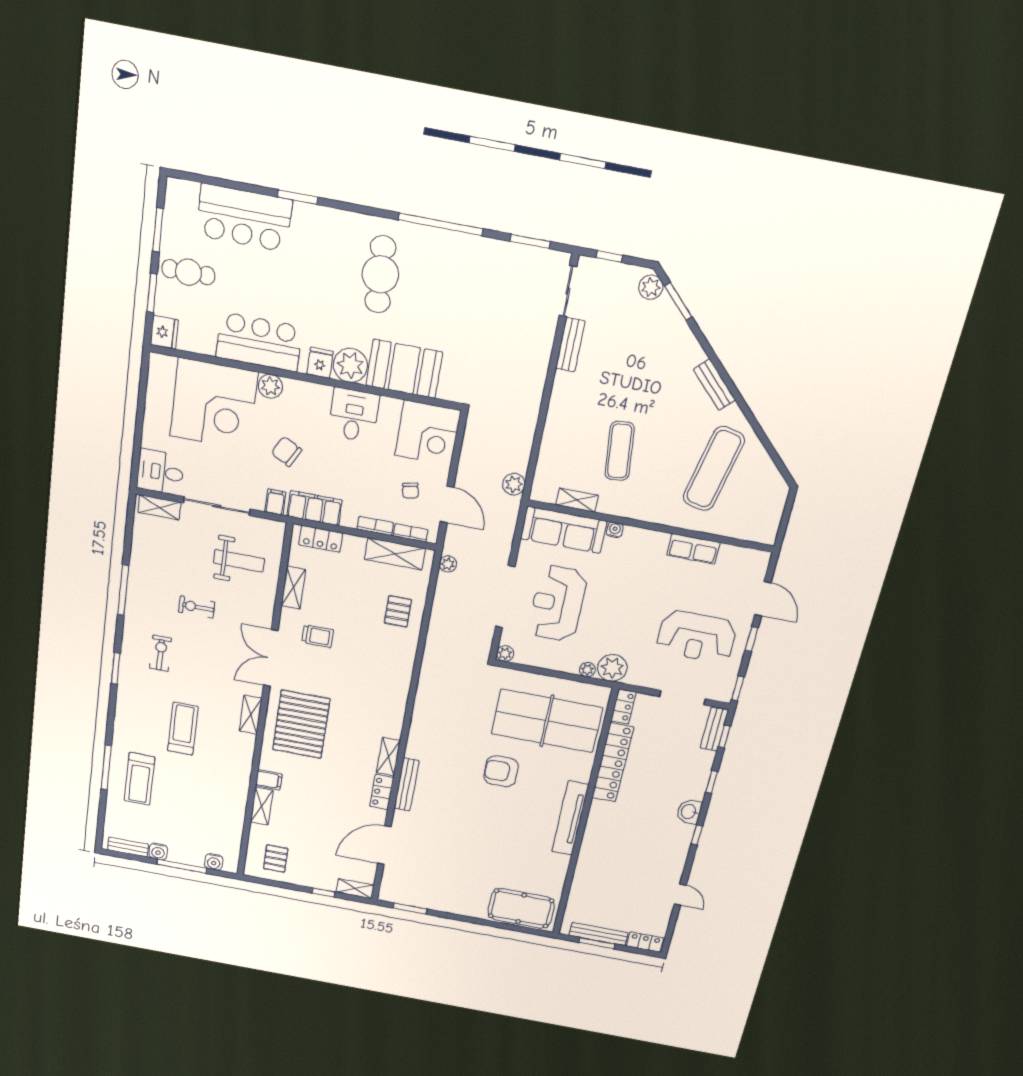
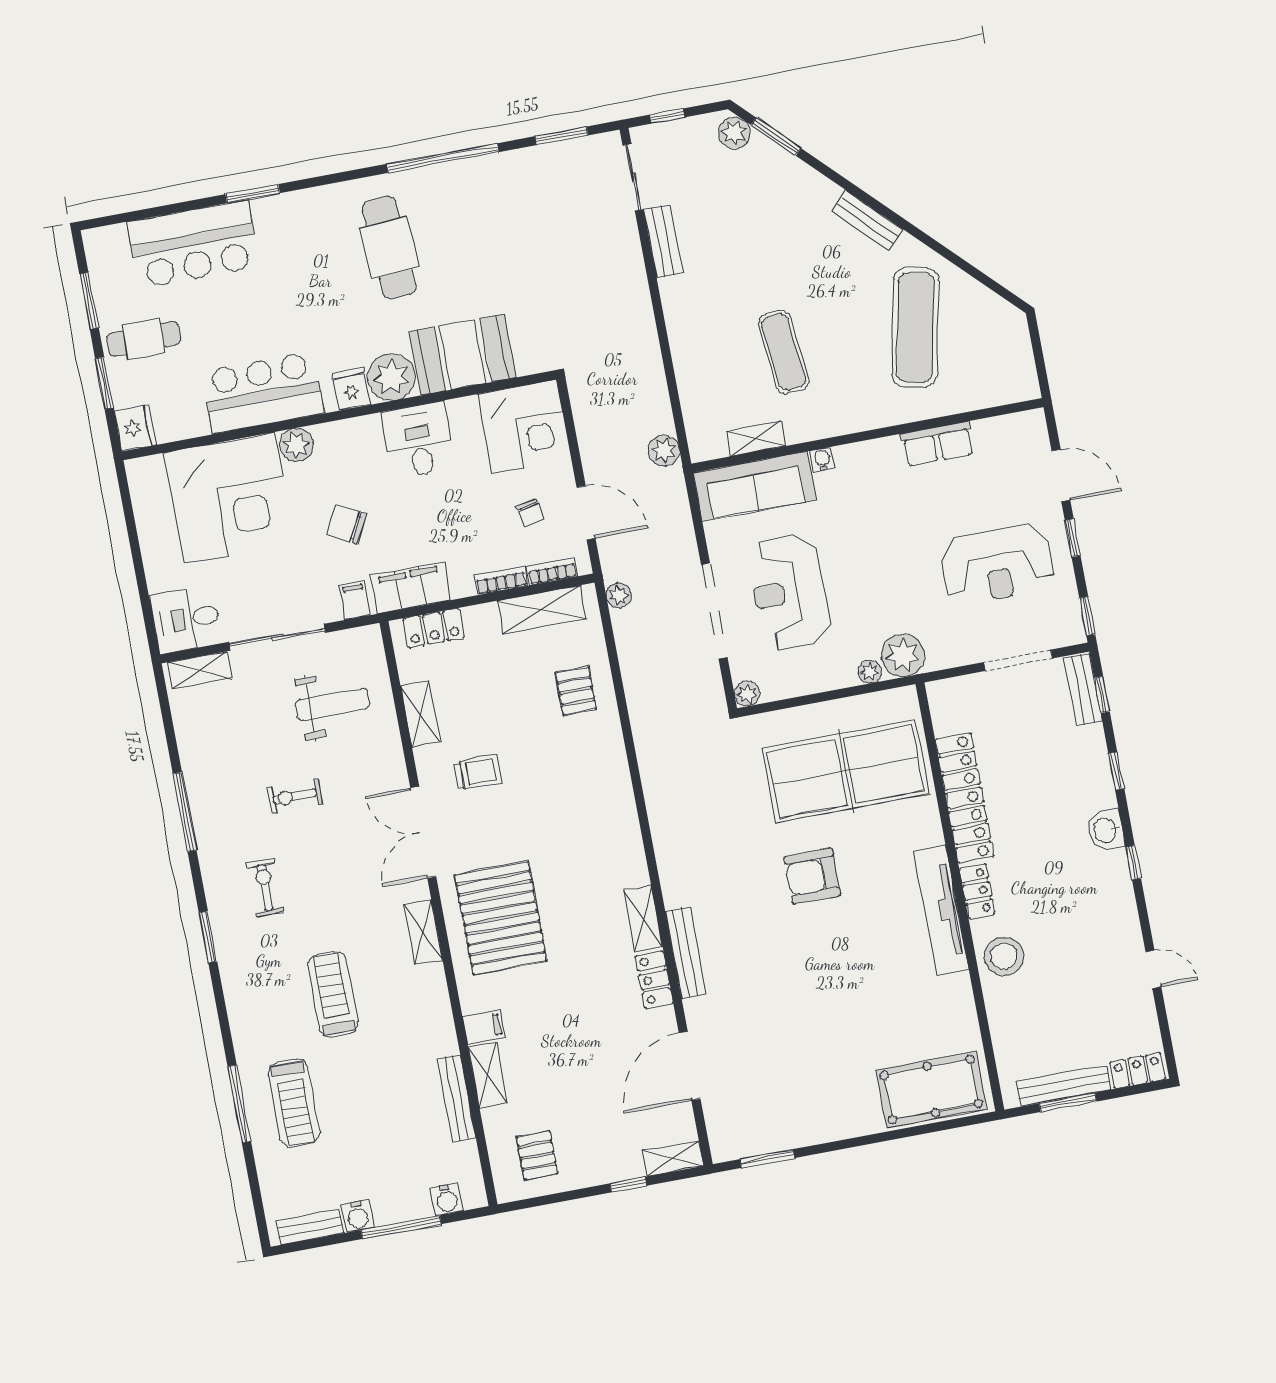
locker: (623, 706) -> (977, 891), moved
bench: (239, 812) -> (456, 1098), added
stool: (596, 856) -> (1004, 956), added

